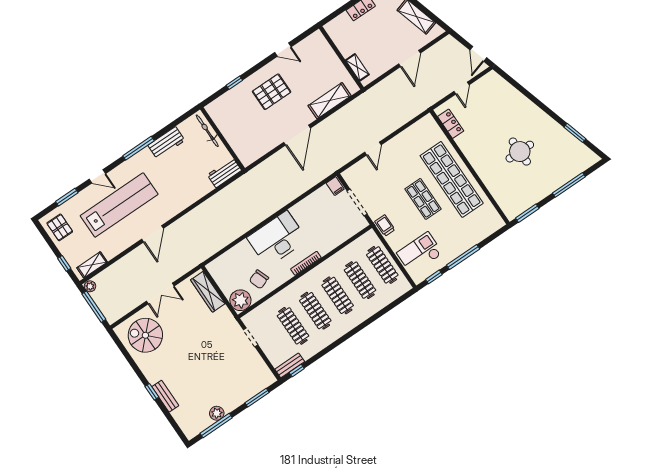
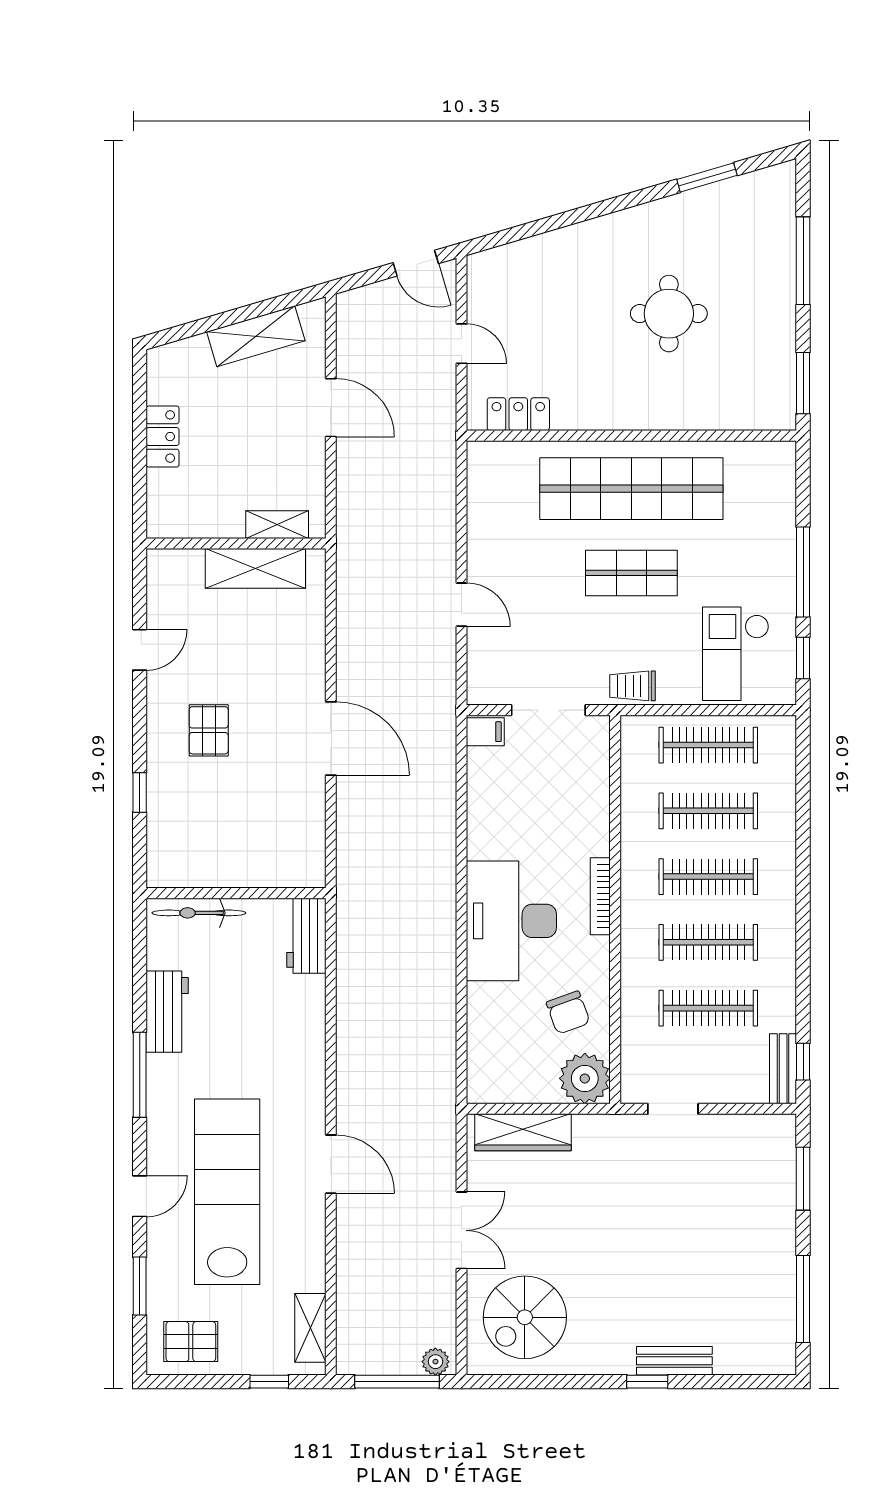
pallet: (272, 92) -> (209, 730), width x0.67, depth x0.71
shelving: (330, 101) -> (255, 568), moved, turned 90
plant: (90, 286) -> (435, 1362), moved
plant: (217, 413) -> (779, 1281), removed

